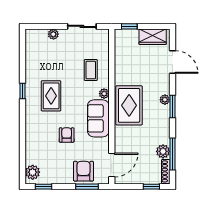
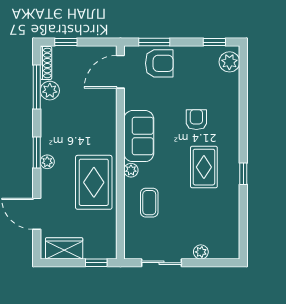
rug: (129, 105) -> (94, 182), moved
armchair: (67, 135) -> (196, 120), moved, turned 180
armchair: (83, 171) -> (159, 63), turned -90

